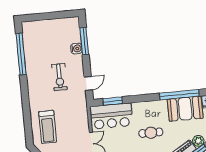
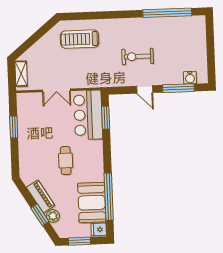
water cooler: (76, 49) -> (190, 78), moved
door: (88, 83) -> (145, 89), moved

